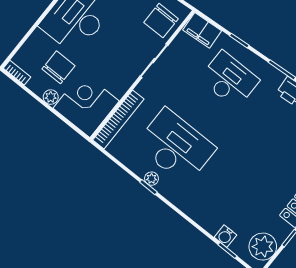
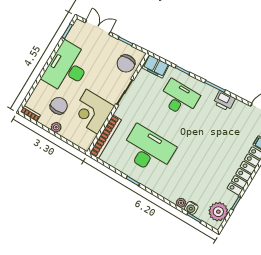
corner desk: (86, 105) -> (92, 112), moved, turned -90
plant: (151, 179) -> (181, 203), moved

